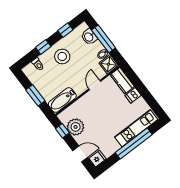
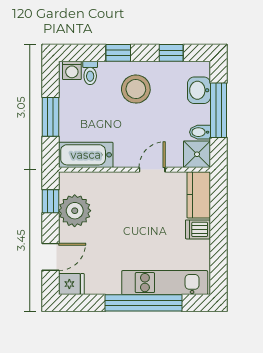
washing machine: (29, 69) -> (72, 70), added
door: (80, 154) -> (50, 257), hinge flipped

